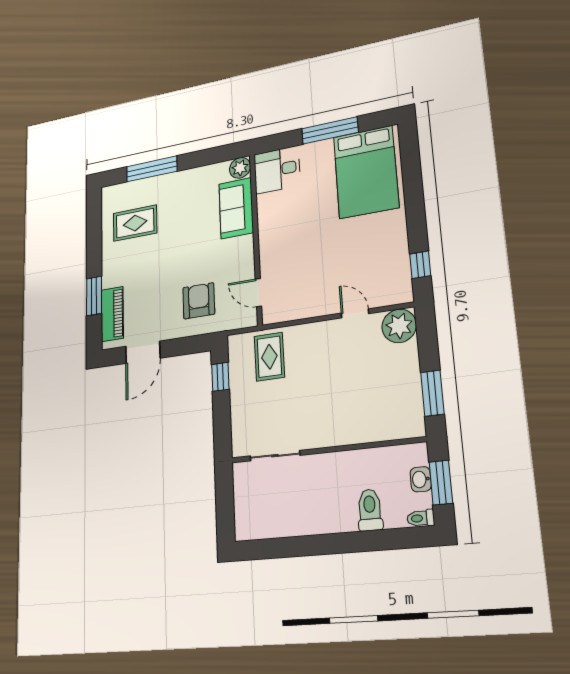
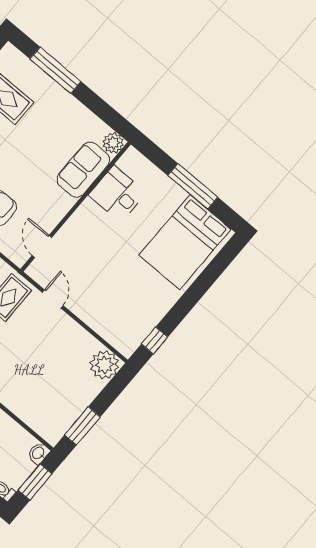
desk: (277, 170) -> (117, 194), moved
door: (355, 313) -> (53, 299), moved
washbasin: (421, 479) -> (38, 453), moved

